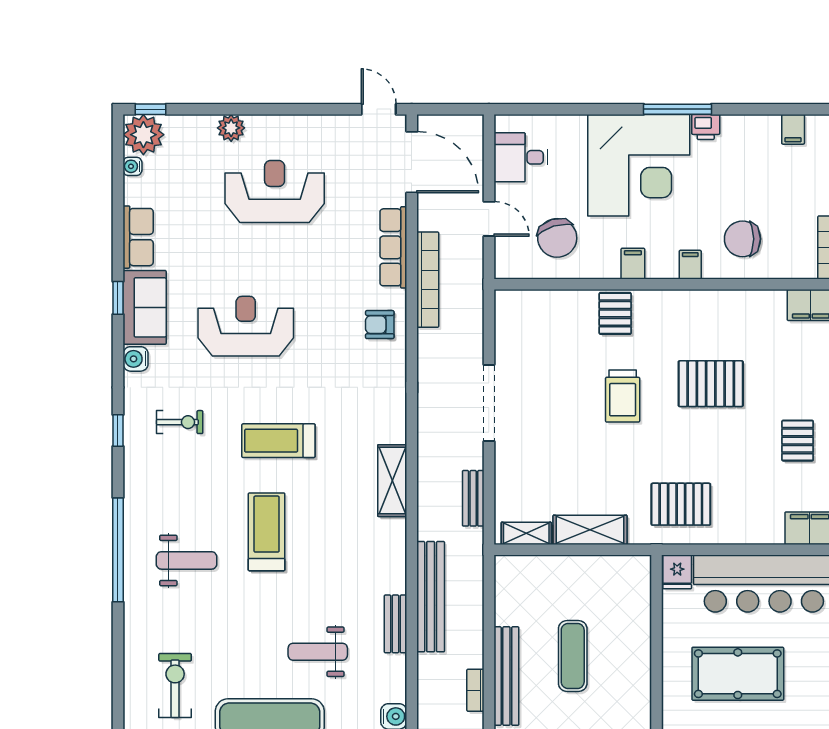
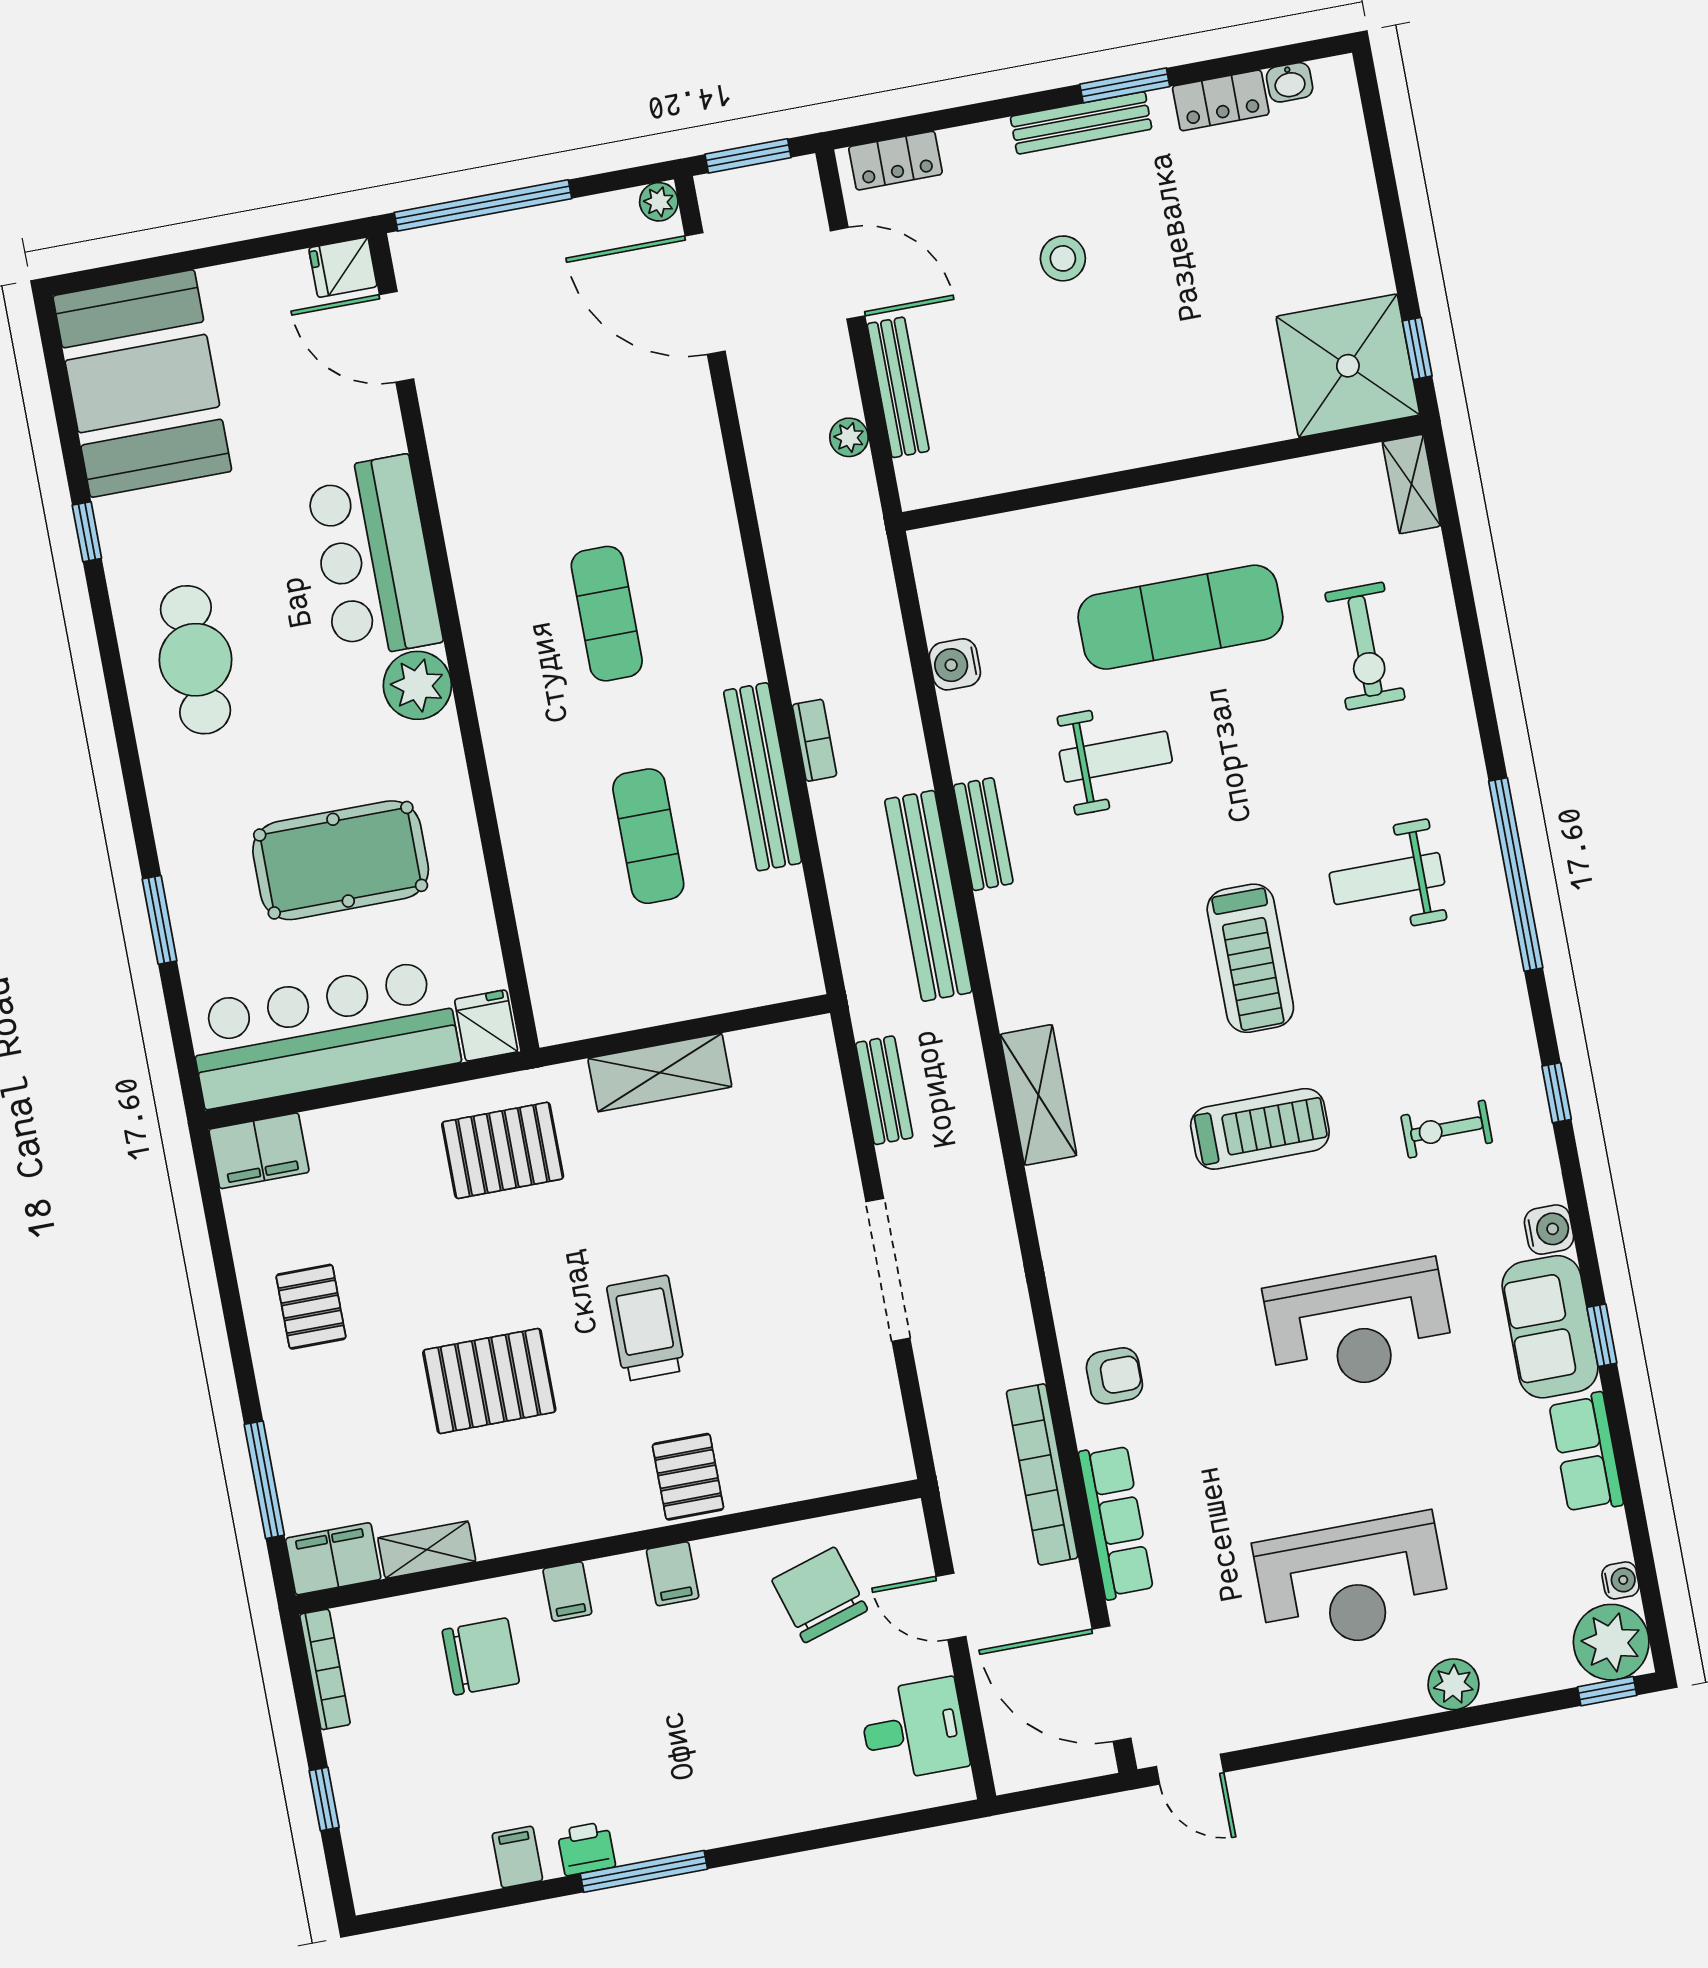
filing cabinet: (793, 129) -> (517, 1857), moved
corner desk: (639, 165) -> (695, 1756), removed
shelving: (526, 533) -> (427, 1550), moved

